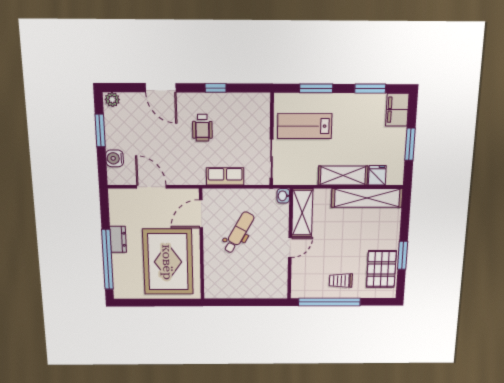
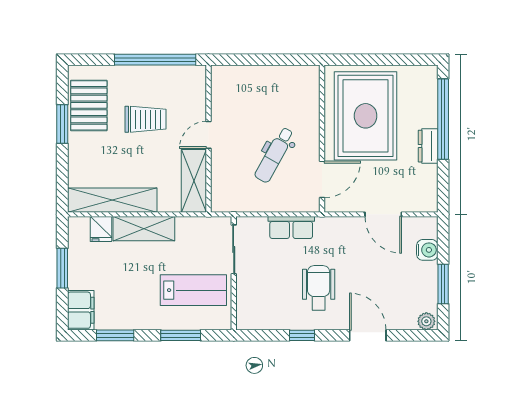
wheelchair: (202, 128) -> (319, 288), width x1.36, depth x1.37
washbasin: (283, 196) -> (218, 203), removed
trolley: (341, 281) -> (145, 119), moved, width x1.36, depth x1.39

